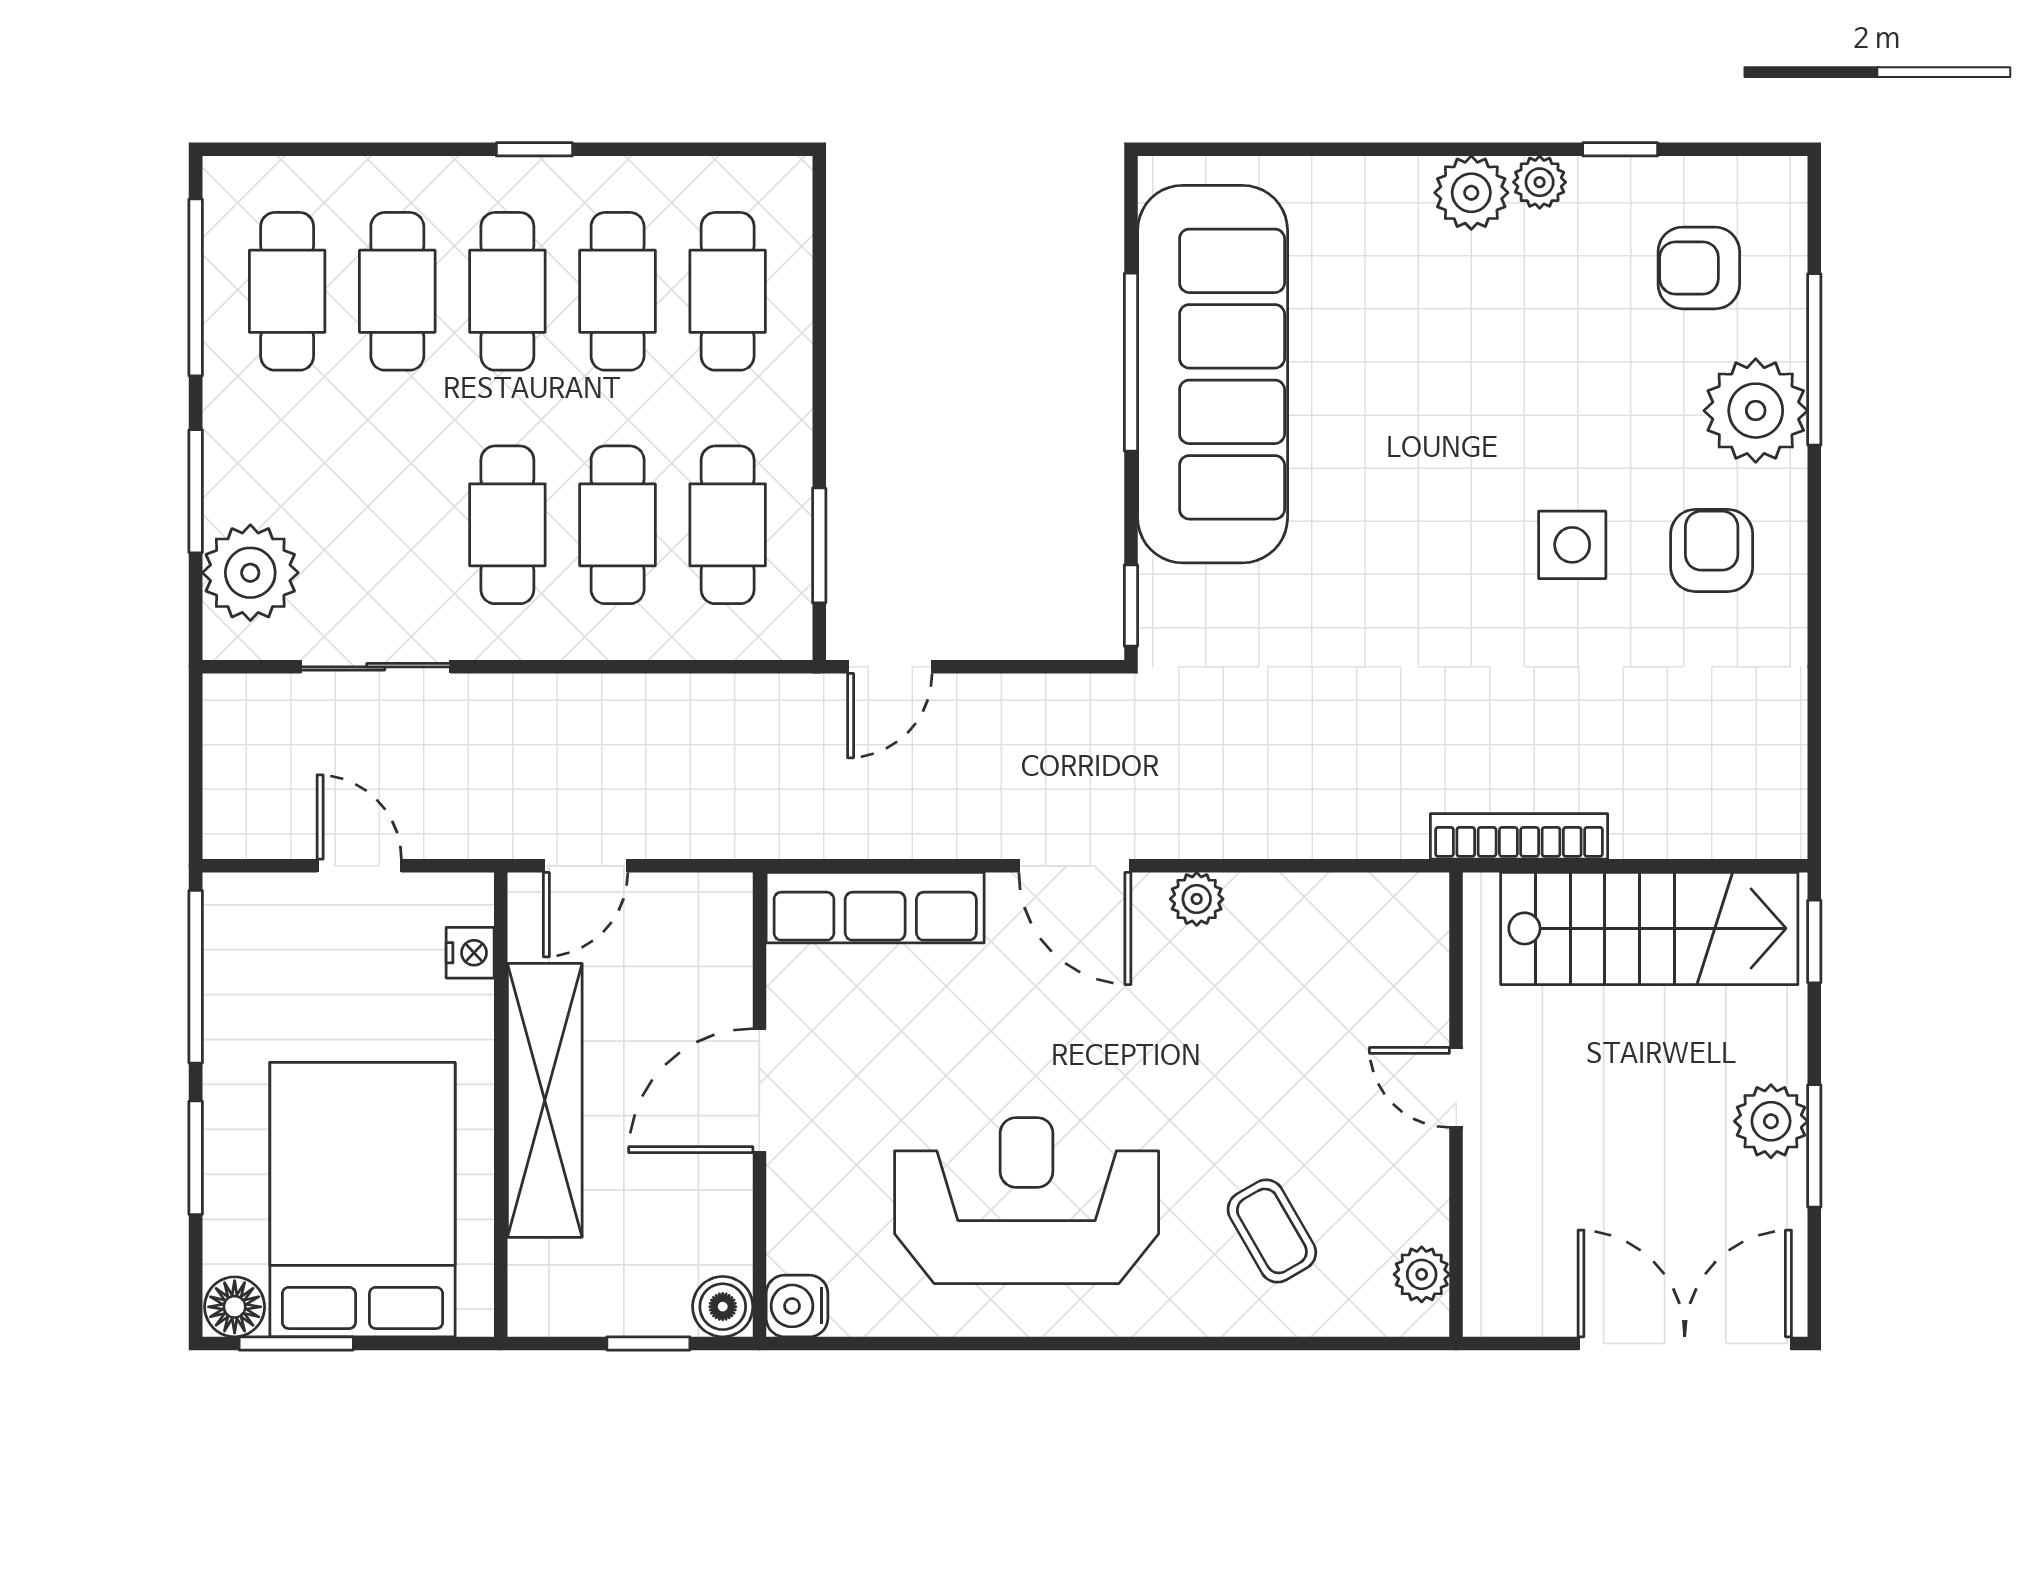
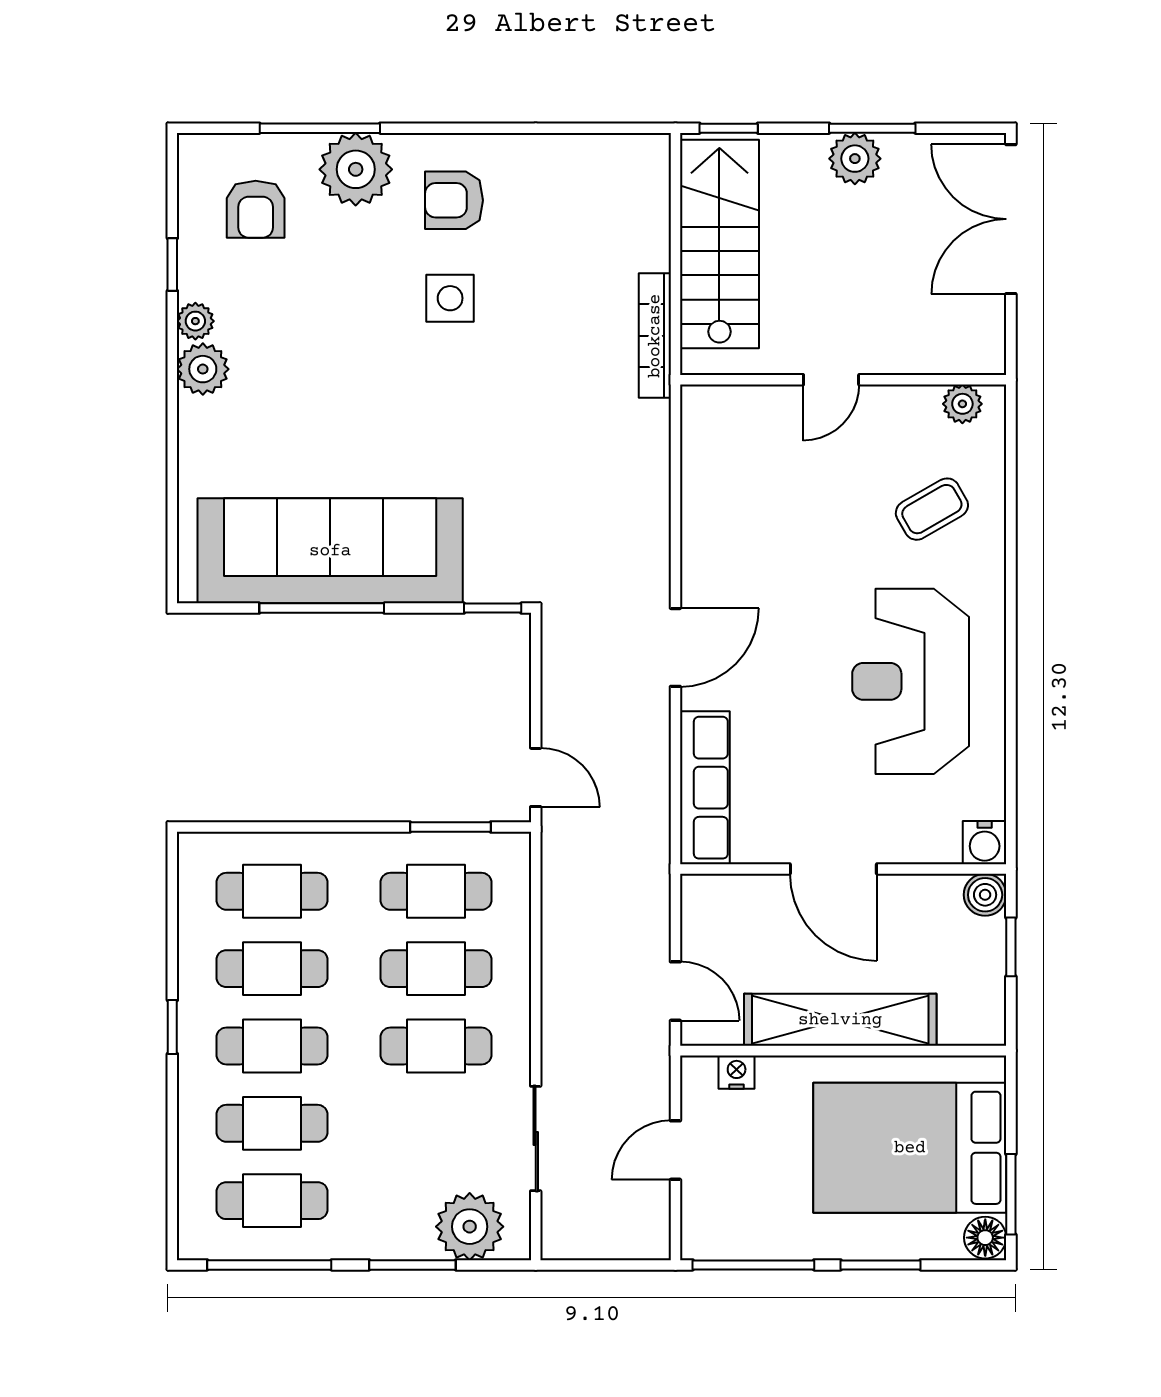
plant: (1197, 899) -> (699, 562), removed

